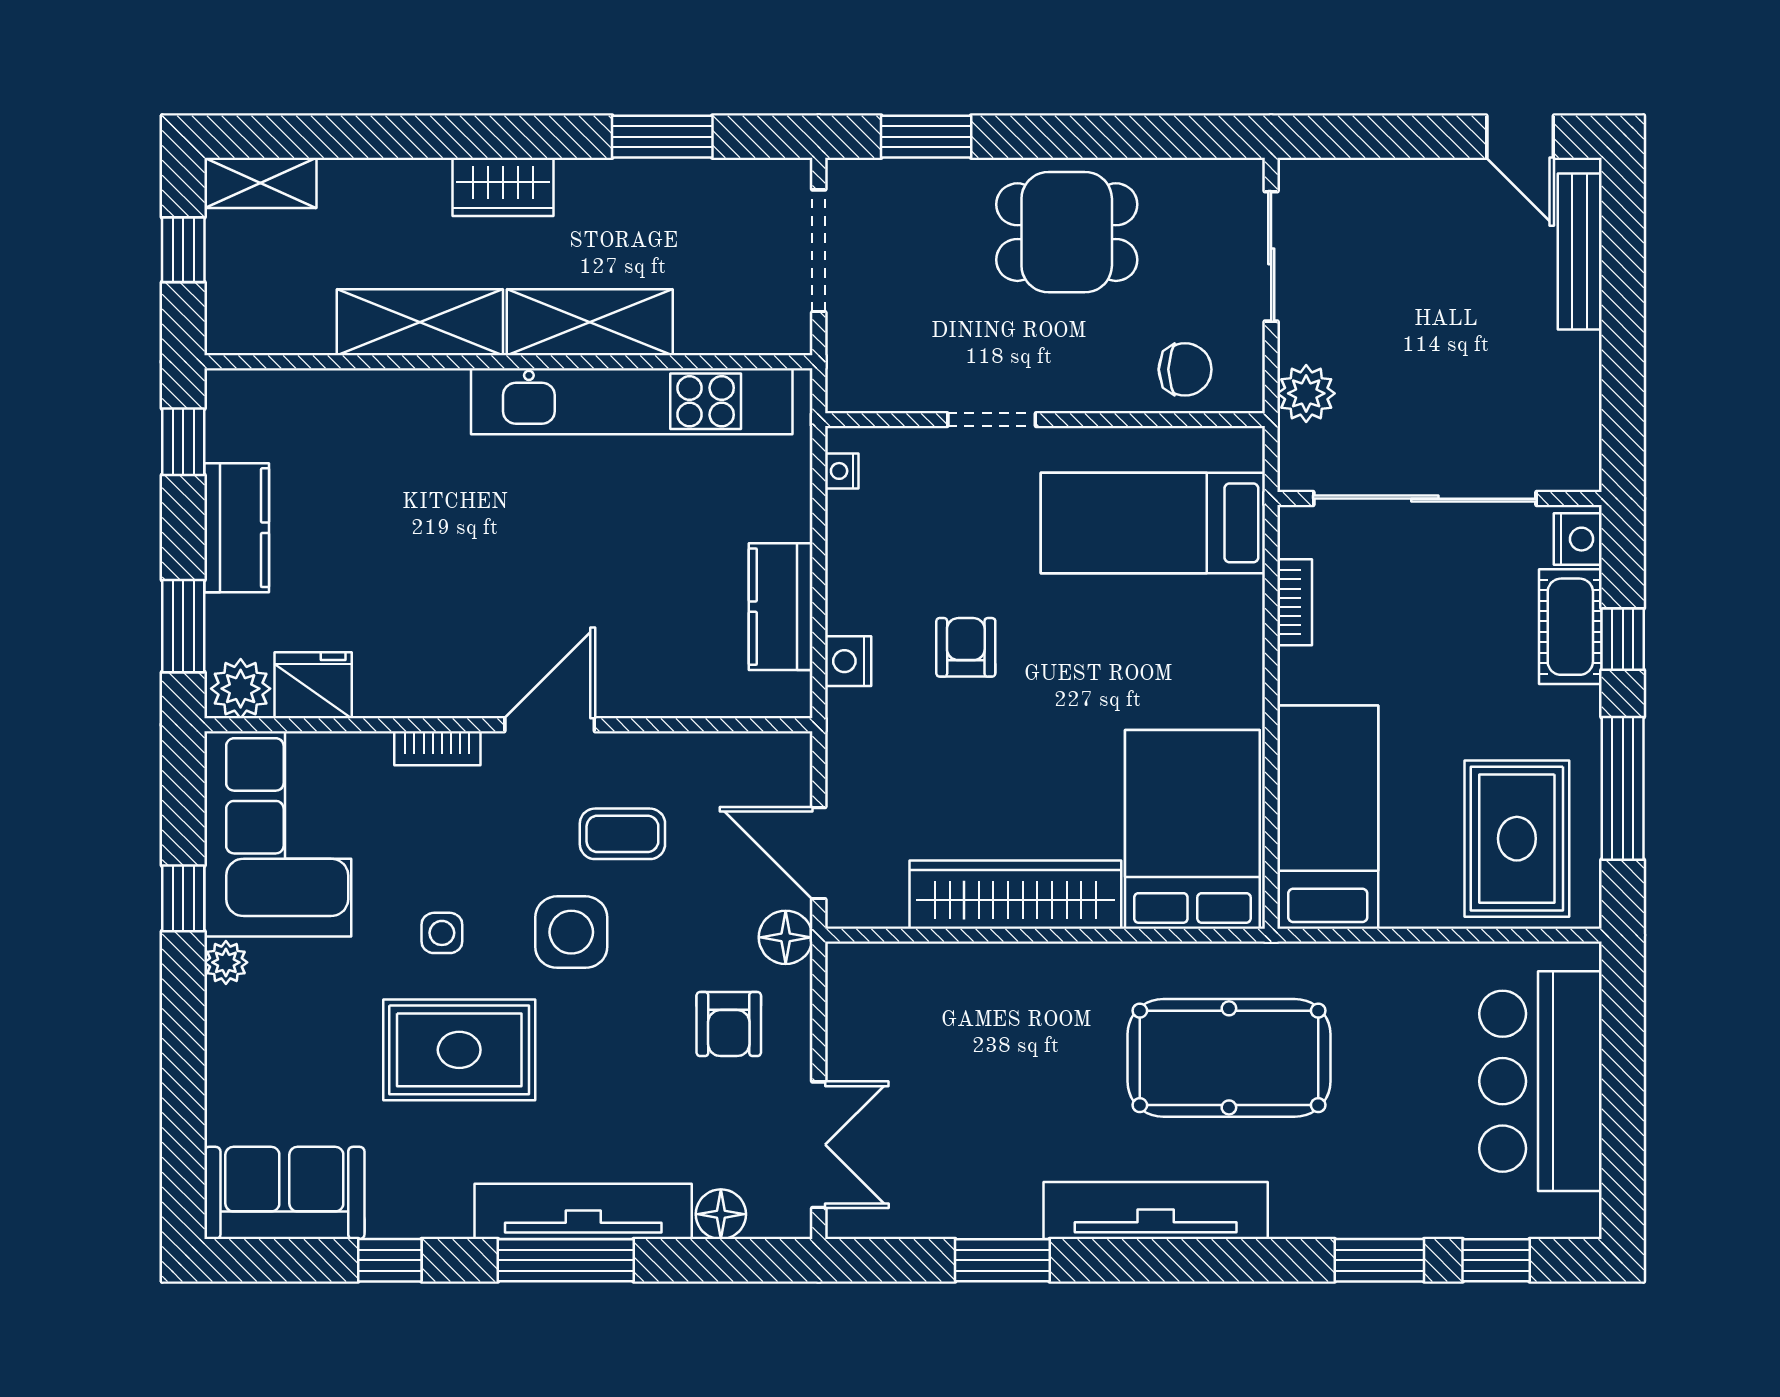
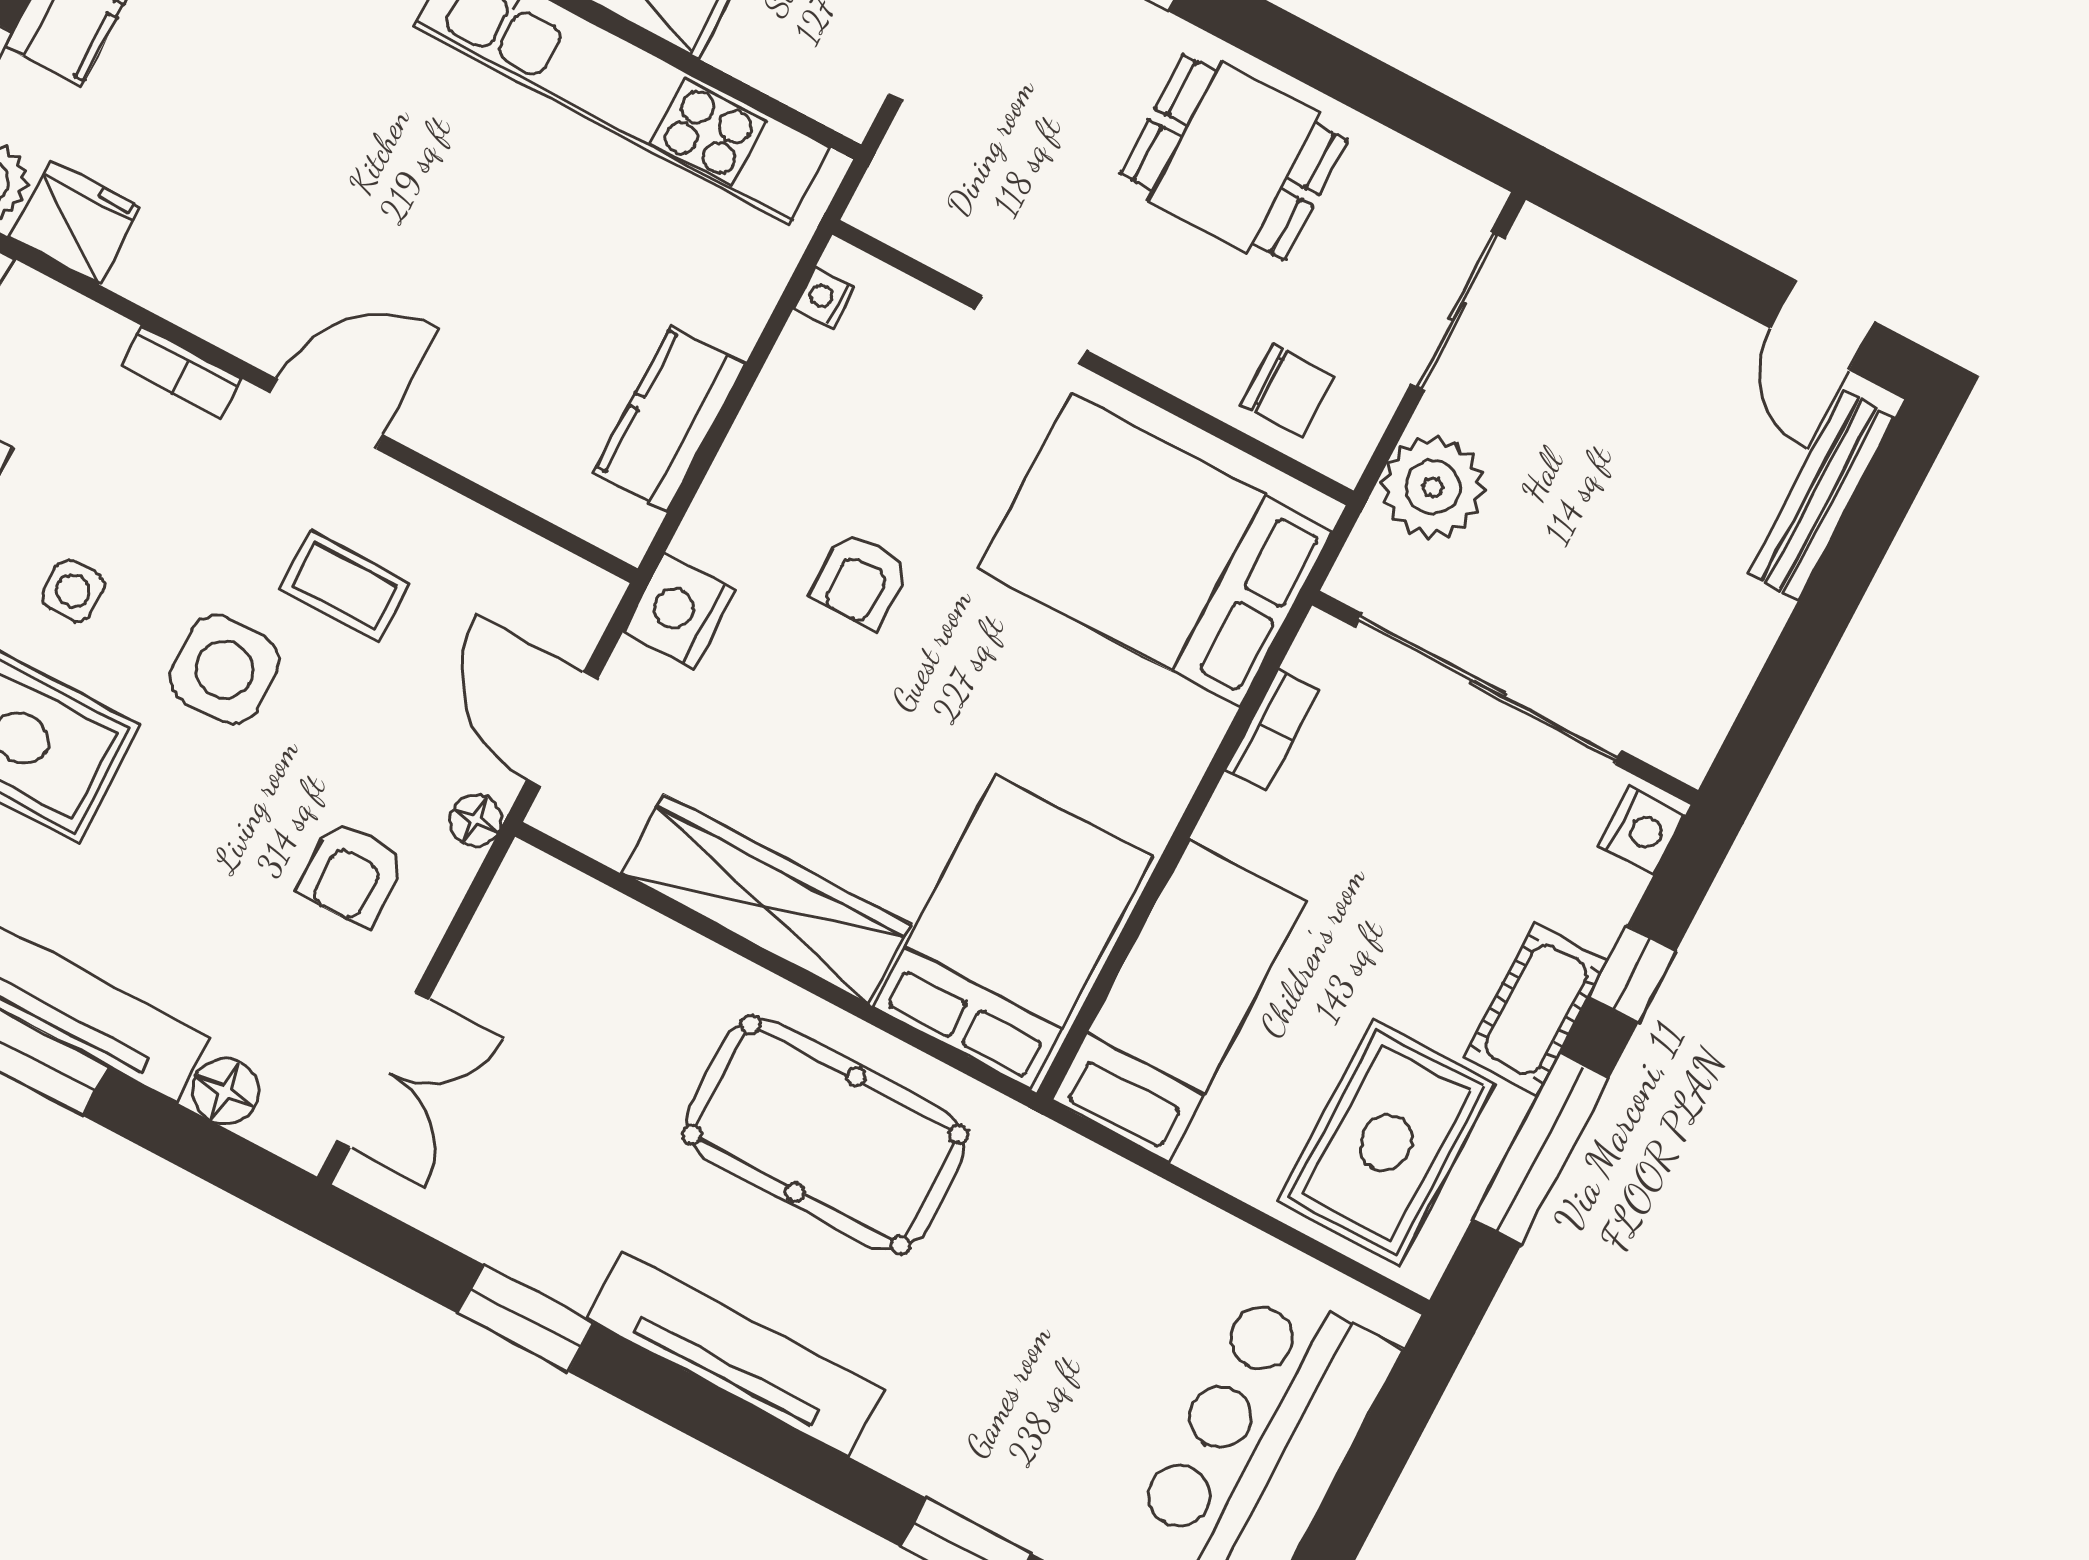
plant: (1306, 393) -> (1433, 487), width x1.36, depth x1.36
bed: (1153, 523) -> (1156, 550), width x1.50
cot: (1570, 627) -> (1536, 1009), moved
armchair: (966, 647) -> (860, 580), turned 180
nightstand: (848, 661) -> (679, 611), moved, width x1.36, depth x1.33
floor lamp: (786, 937) -> (476, 821), width x0.73, depth x0.73
pool table: (1229, 1058) -> (825, 1135), moved

